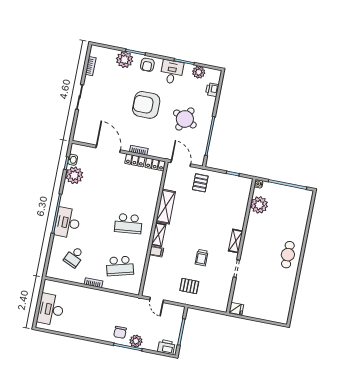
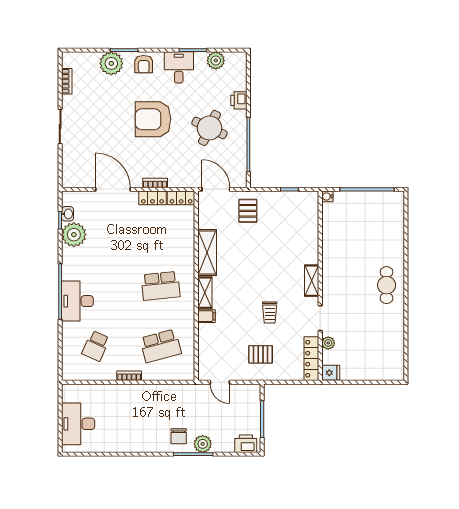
printer: (212, 90) -> (239, 100), moved
plant: (259, 205) -> (328, 343), moved, width x0.53, depth x0.53
locker: (225, 296) -> (311, 359), added

